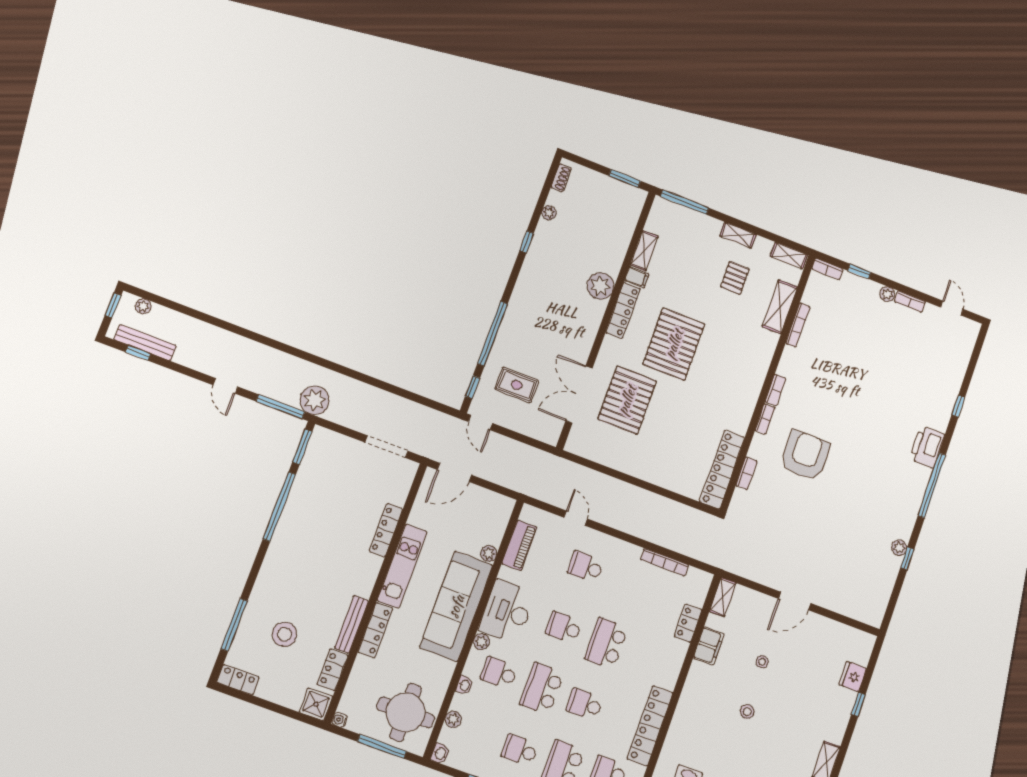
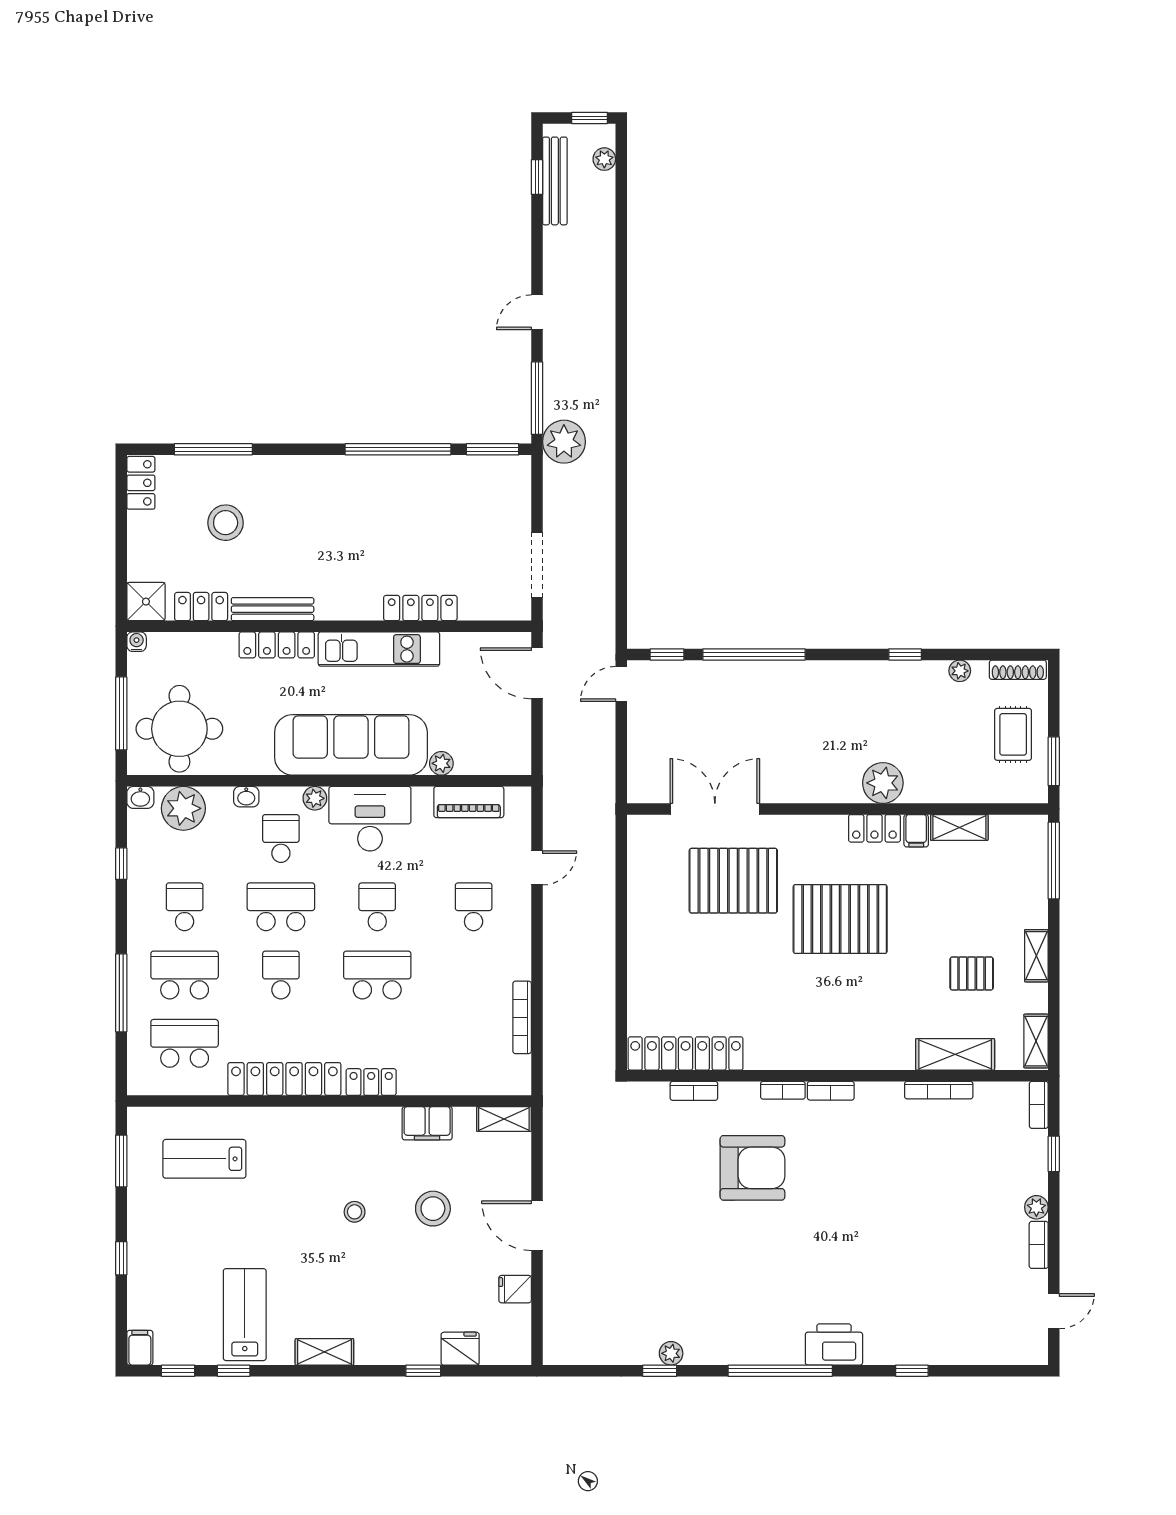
shoe rack: (561, 178) -> (1018, 670), width x1.43
locker: (623, 311) -> (874, 828), width x0.66
rug: (517, 385) -> (1013, 734), moved
locker: (688, 623) -> (371, 1082), moved
fridge: (828, 629) -> (515, 1289), added
stool: (762, 662) -> (433, 1209), width x1.89, depth x1.89
plant: (453, 719) -> (183, 808), width x1.87, depth x1.87

